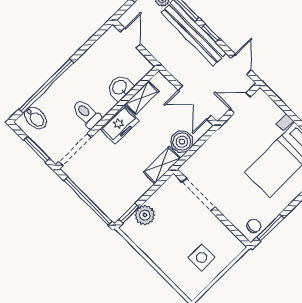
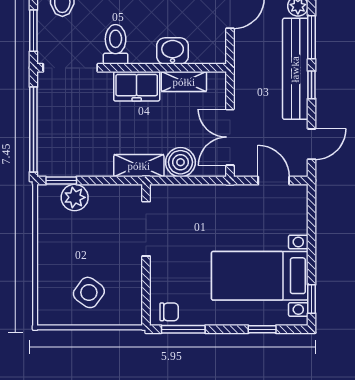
side table: (202, 257) -> (89, 292), turned 36

